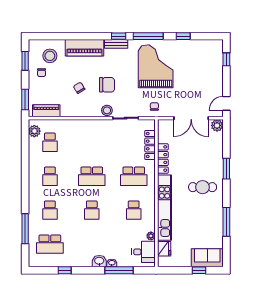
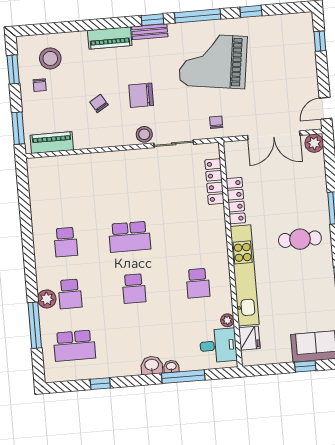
piano: (85, 48) -> (110, 38), width x0.73, depth x0.75
grand piano: (156, 66) -> (213, 61), turned -82
chair: (107, 85) -> (141, 95), turned 180
plant: (34, 131) -> (47, 299), moved
school desk: (50, 142) -> (61, 190), removed
school desk: (134, 176) -> (193, 231), removed

